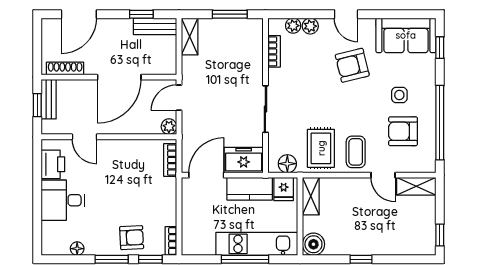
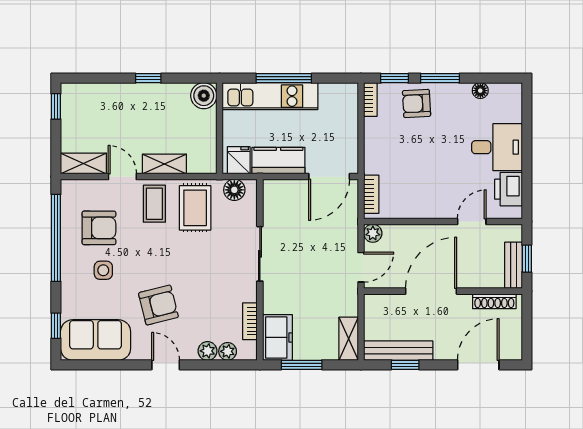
bench: (155, 26) -> (398, 351), width x1.36
door: (84, 137) -> (472, 221), hinge flipped
freezer: (244, 160) -> (277, 337), moved, turned -90
shelving: (311, 196) -> (164, 164), moved, turned 90

